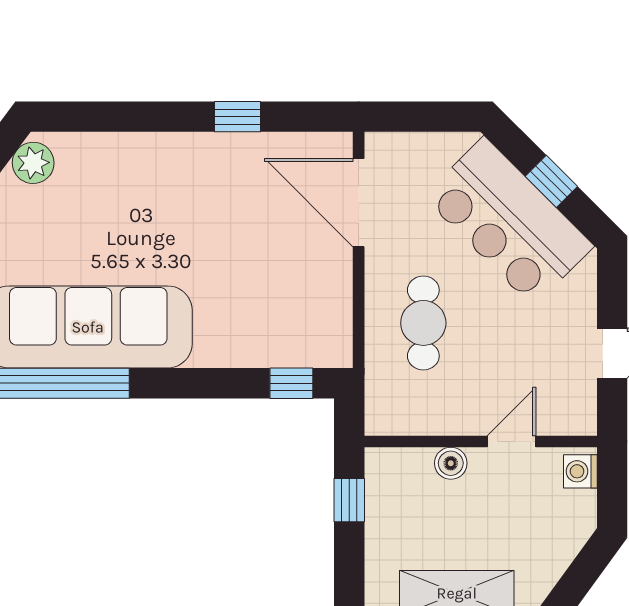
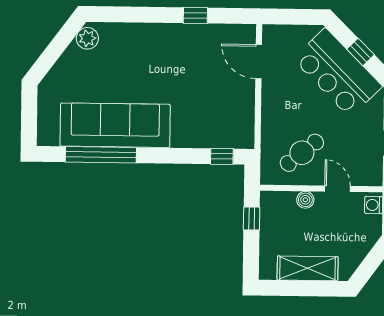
door: (359, 203) -> (259, 62), width x0.73
cafe table: (423, 323) -> (302, 153), moved, turned 51
door: (512, 441) -> (338, 189), hinge flipped

